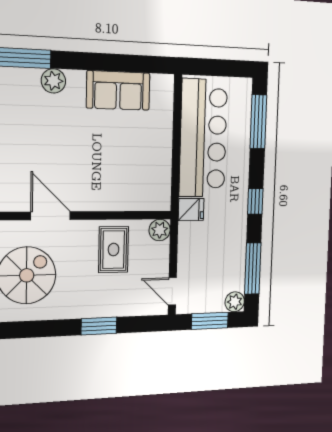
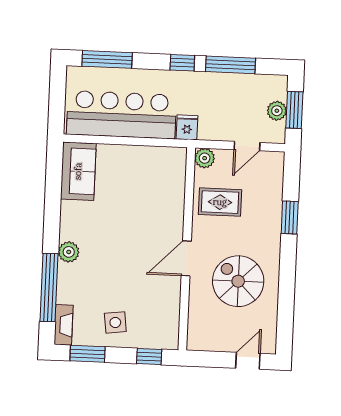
sofa: (118, 90) -> (78, 171), moved
window: (253, 269) -> (230, 65), moved
door: (172, 291) -> (247, 146), moved
plant: (235, 302) -> (277, 111), moved

